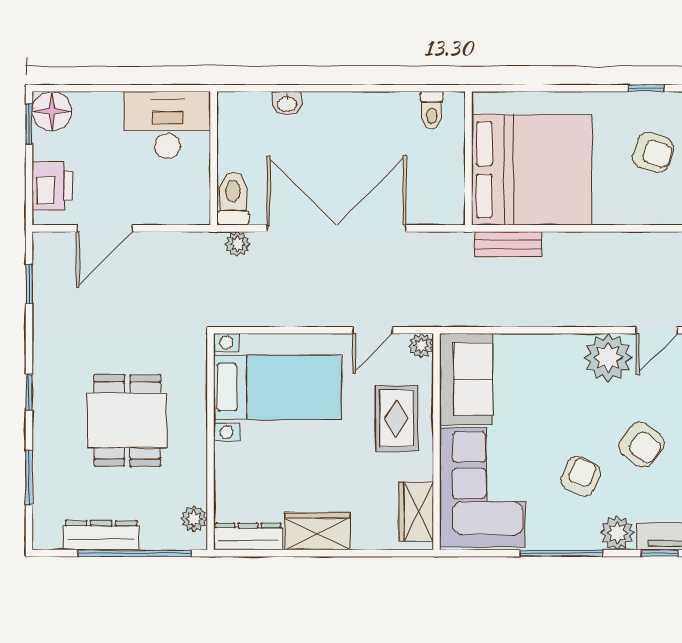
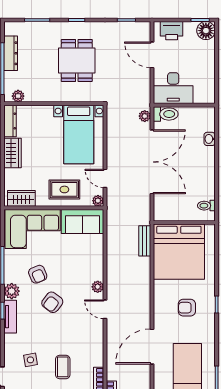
desk: (168, 125) -> (173, 88), moved, turned 90
armchair: (653, 153) -> (187, 308), turned 72
plant: (608, 357) -> (98, 287), width x0.53, depth x0.53
dining table: (127, 420) -> (77, 60), moved, turned 90
armchair: (581, 476) -> (38, 274), turned 43

